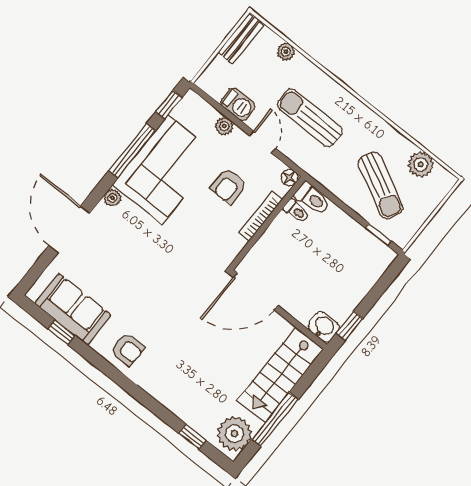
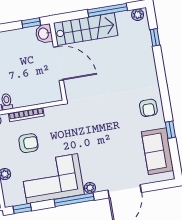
window: (132, 151) -> (74, 200), moved
door: (256, 291) -> (58, 64), moved
window: (62, 332) -> (170, 130), moved
armchair: (128, 349) -> (148, 108), turned 180
plant: (234, 434) -> (138, 15), width x0.53, depth x0.53

